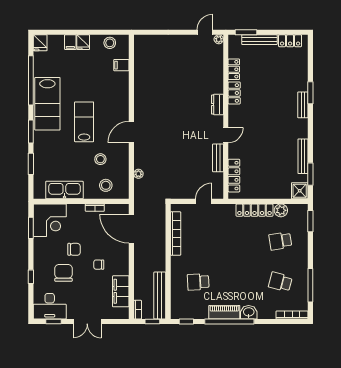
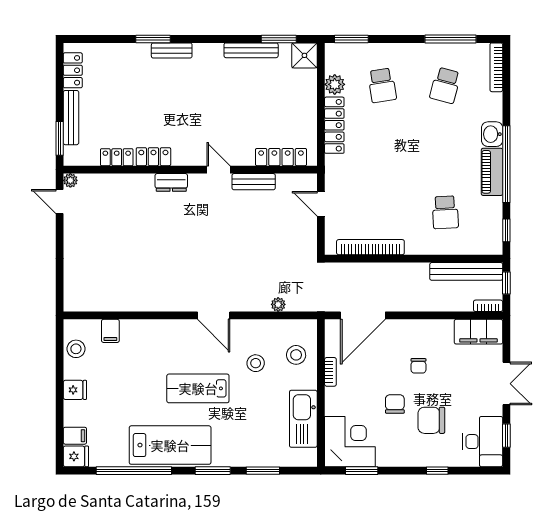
filing cabinet: (70, 42) -> (75, 436), moved
filing cabinet: (121, 291) -> (478, 332), moved

